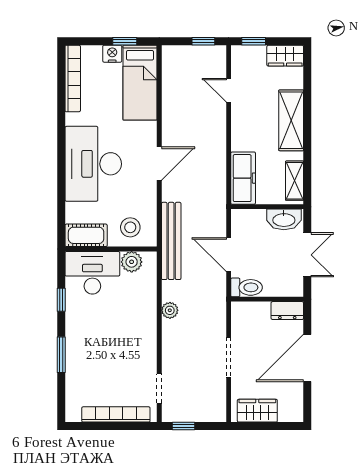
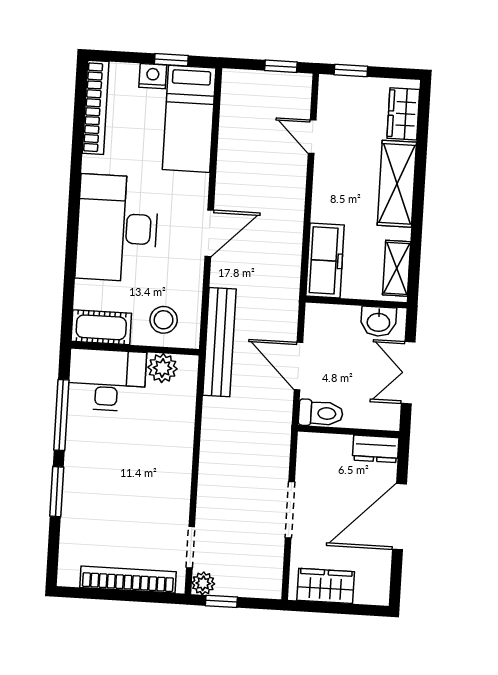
wardrobe: (285, 56) -> (403, 114), moved, turned 90
washbasin: (284, 219) -> (378, 321), width x0.72
double door: (307, 255) -> (408, 373), swing flipped
window: (61, 300) -> (61, 415), width x2.17
plant: (170, 310) -> (203, 583), moved

